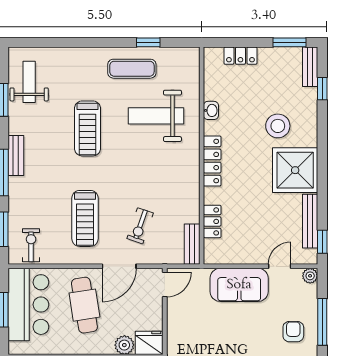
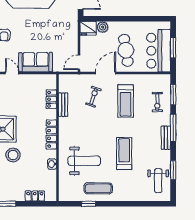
treadmill: (85, 218) -> (126, 101), turned 180
bench: (192, 244) -> (63, 105), moved
exercise bike: (31, 245) -> (157, 102), moved
door: (280, 266) -> (12, 73), swing flipped

